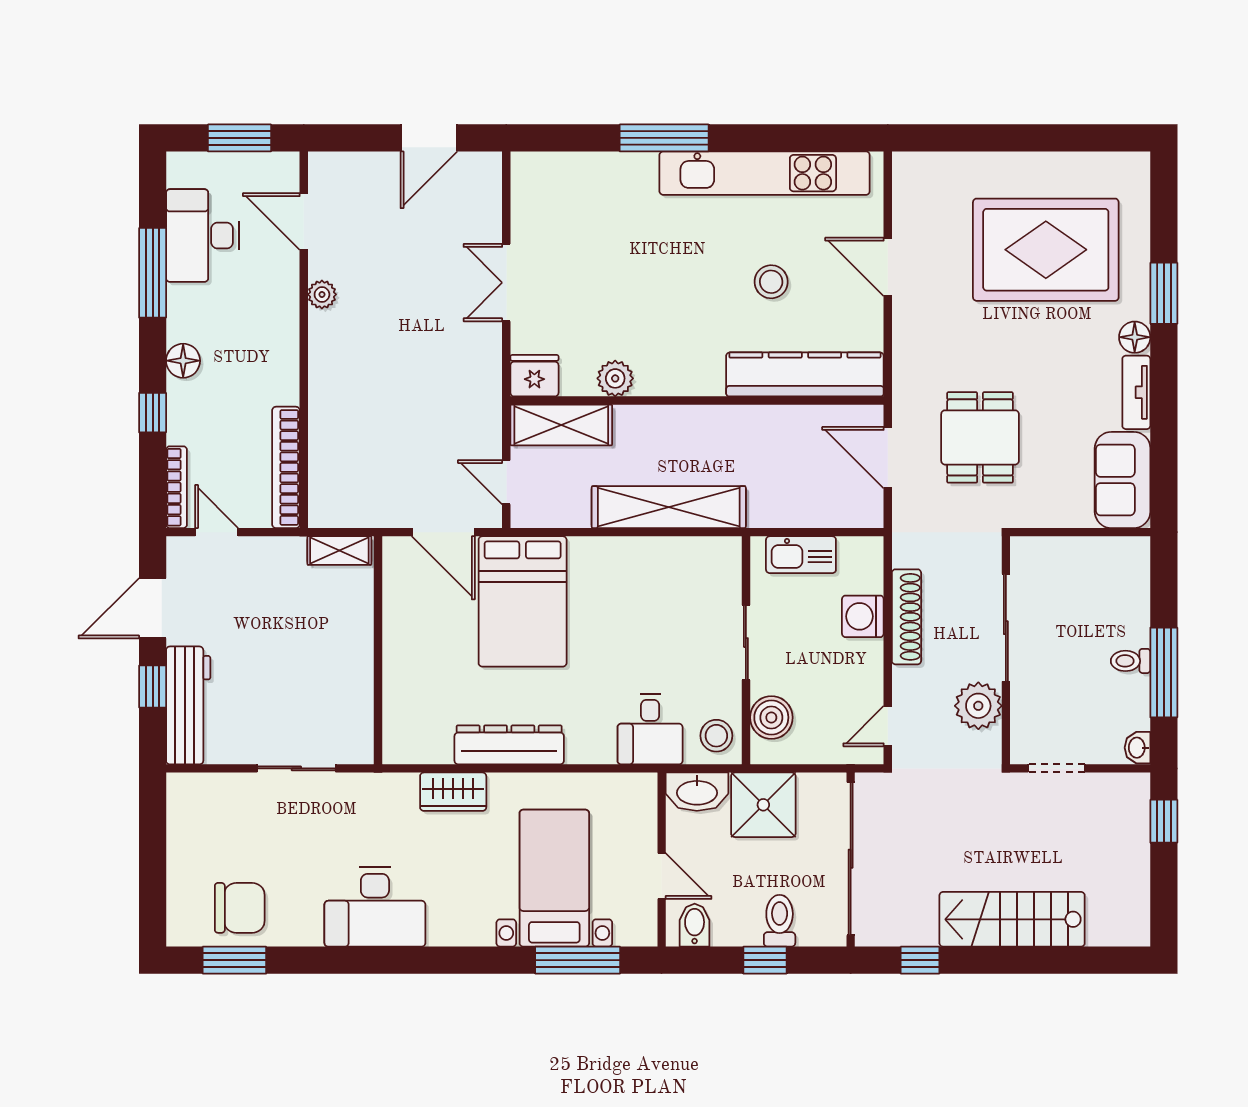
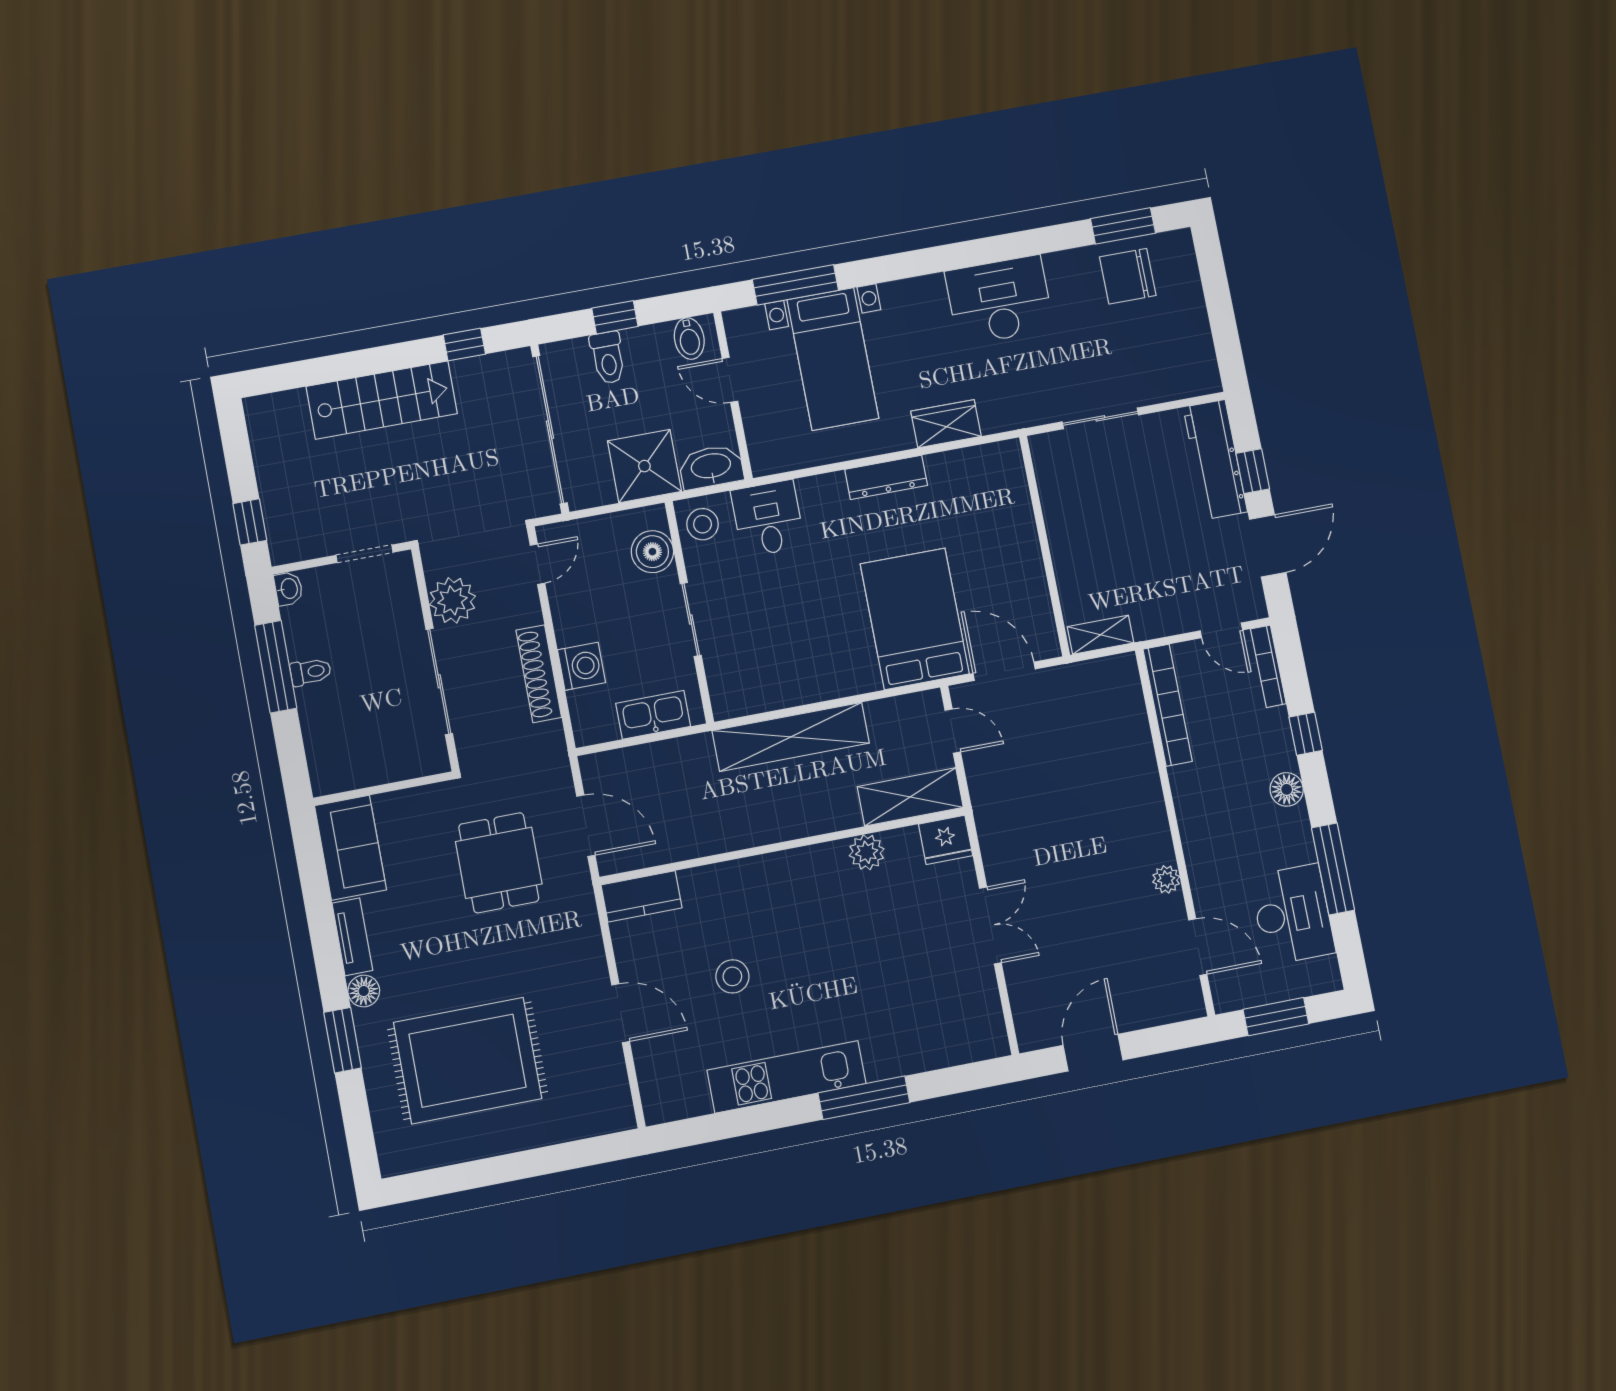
kitchen unit: (765, 173) -> (786, 1077), width x0.73
kitchen counter: (805, 374) -> (642, 896), width x0.48, depth x0.86
dresser: (509, 745) -> (886, 477), width x0.73, depth x0.80

